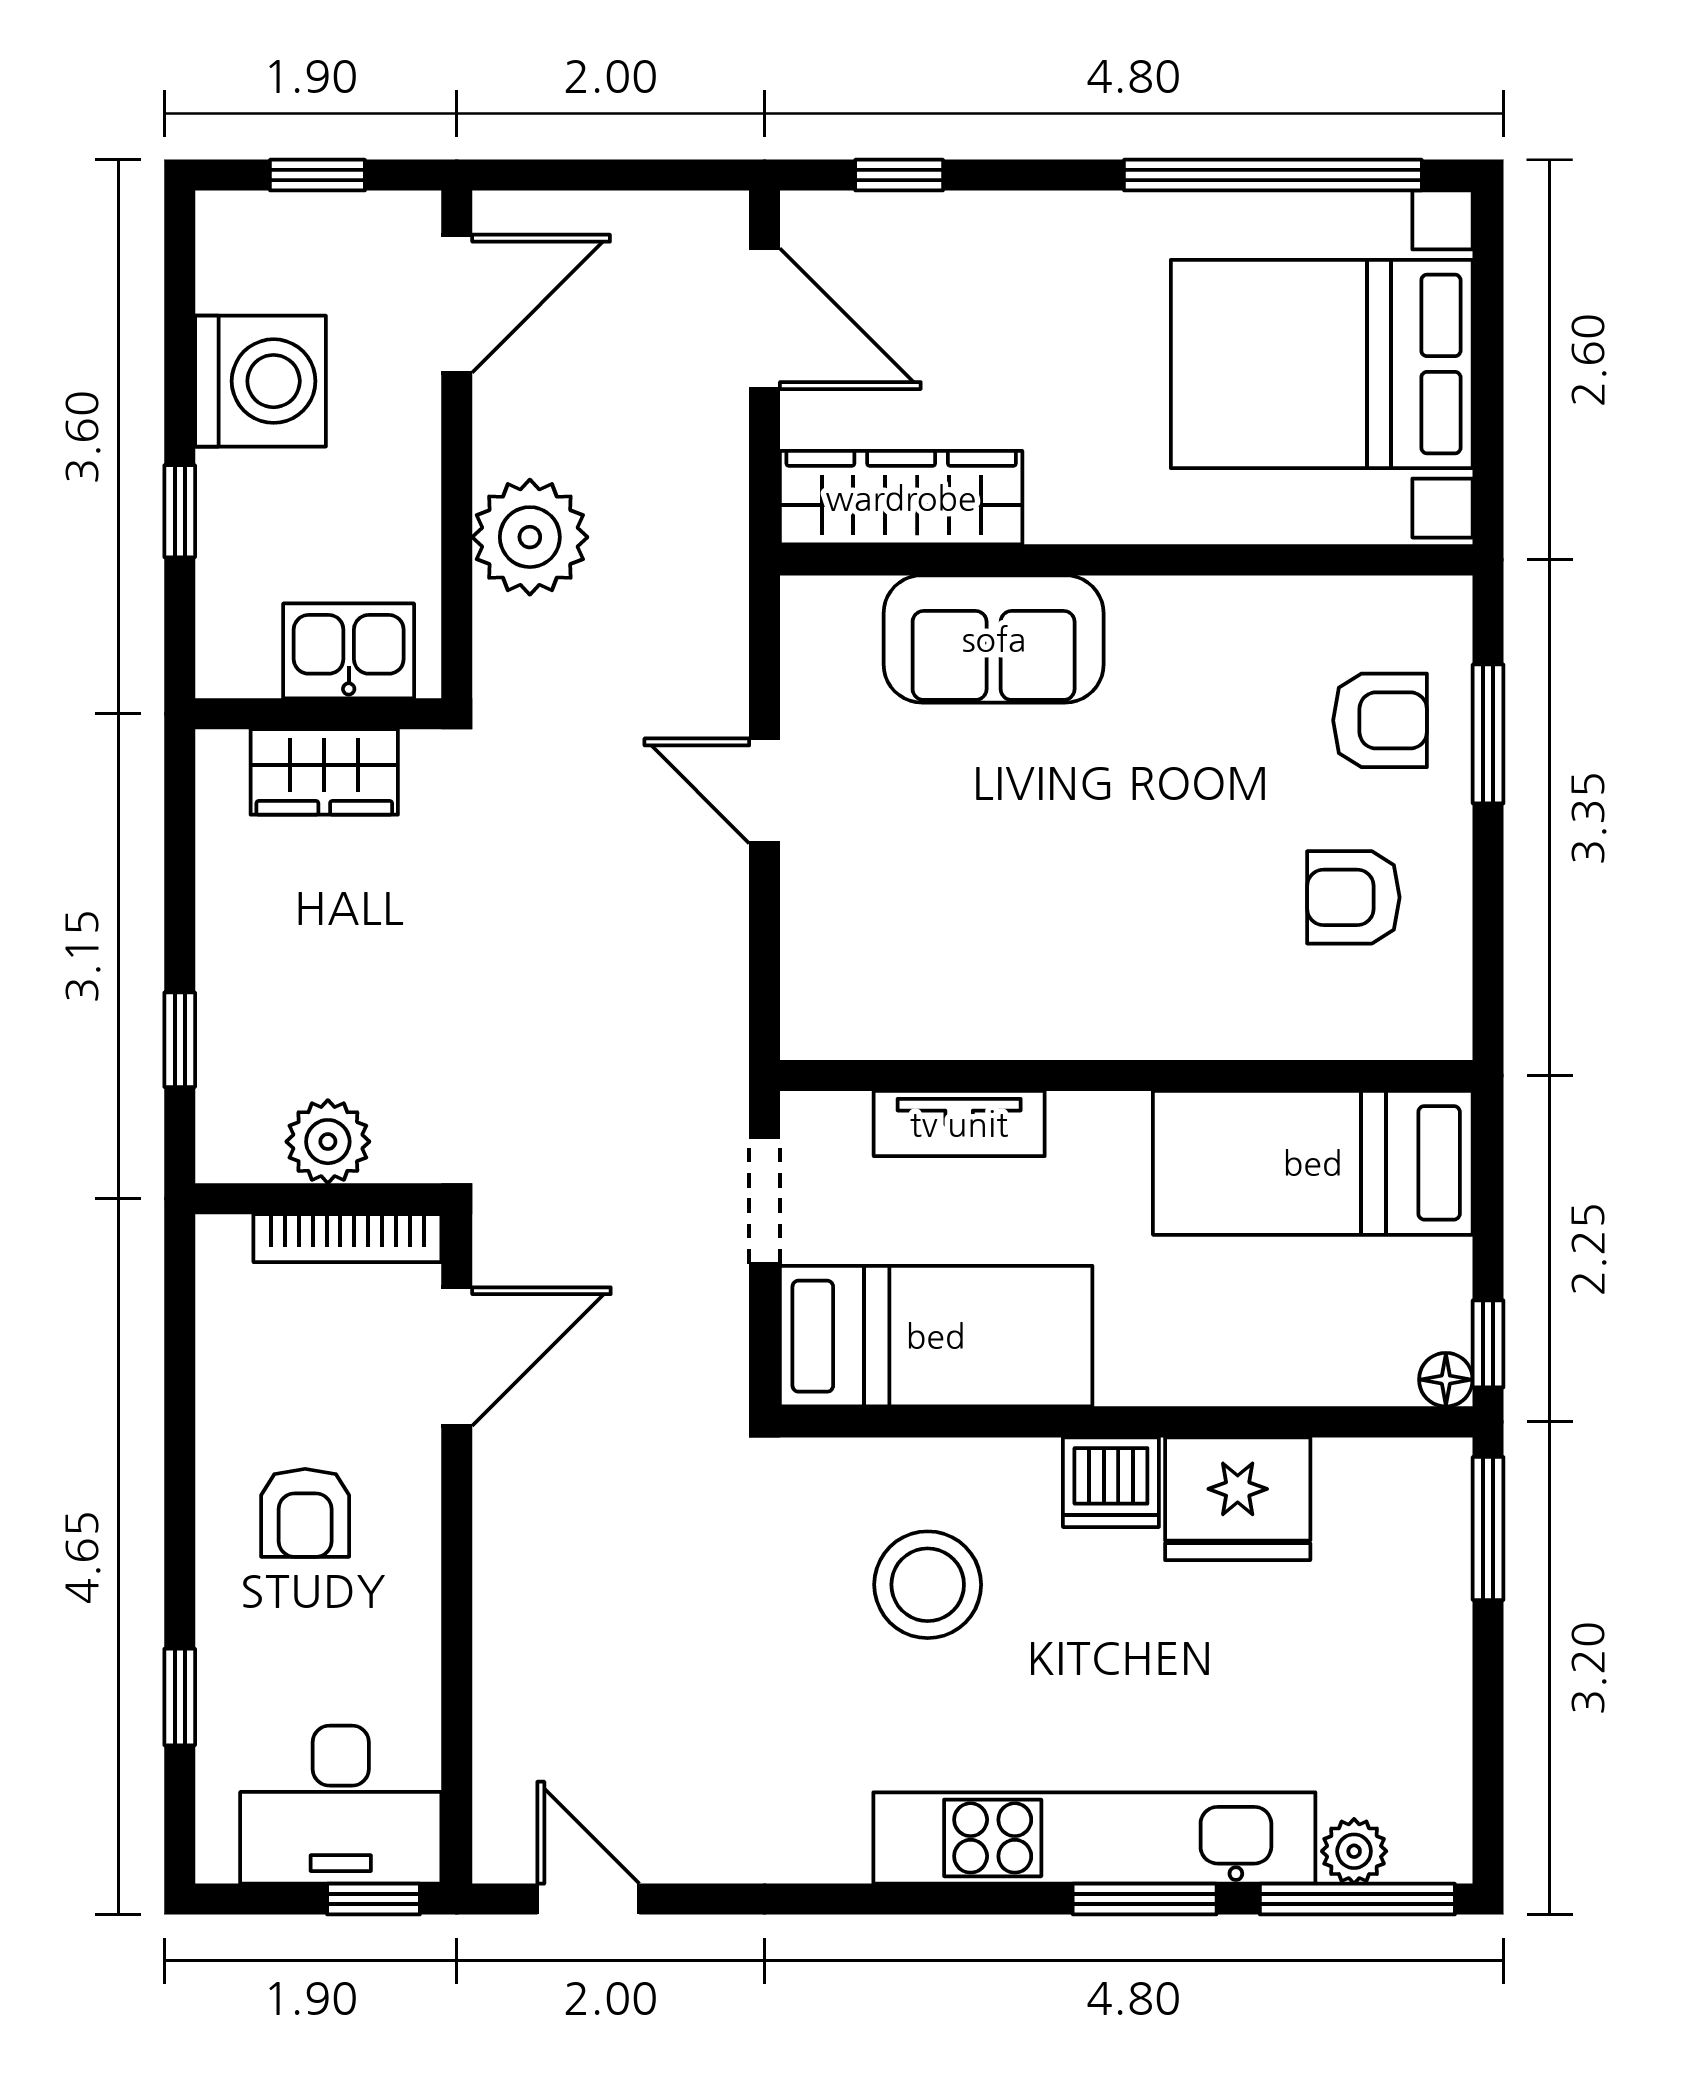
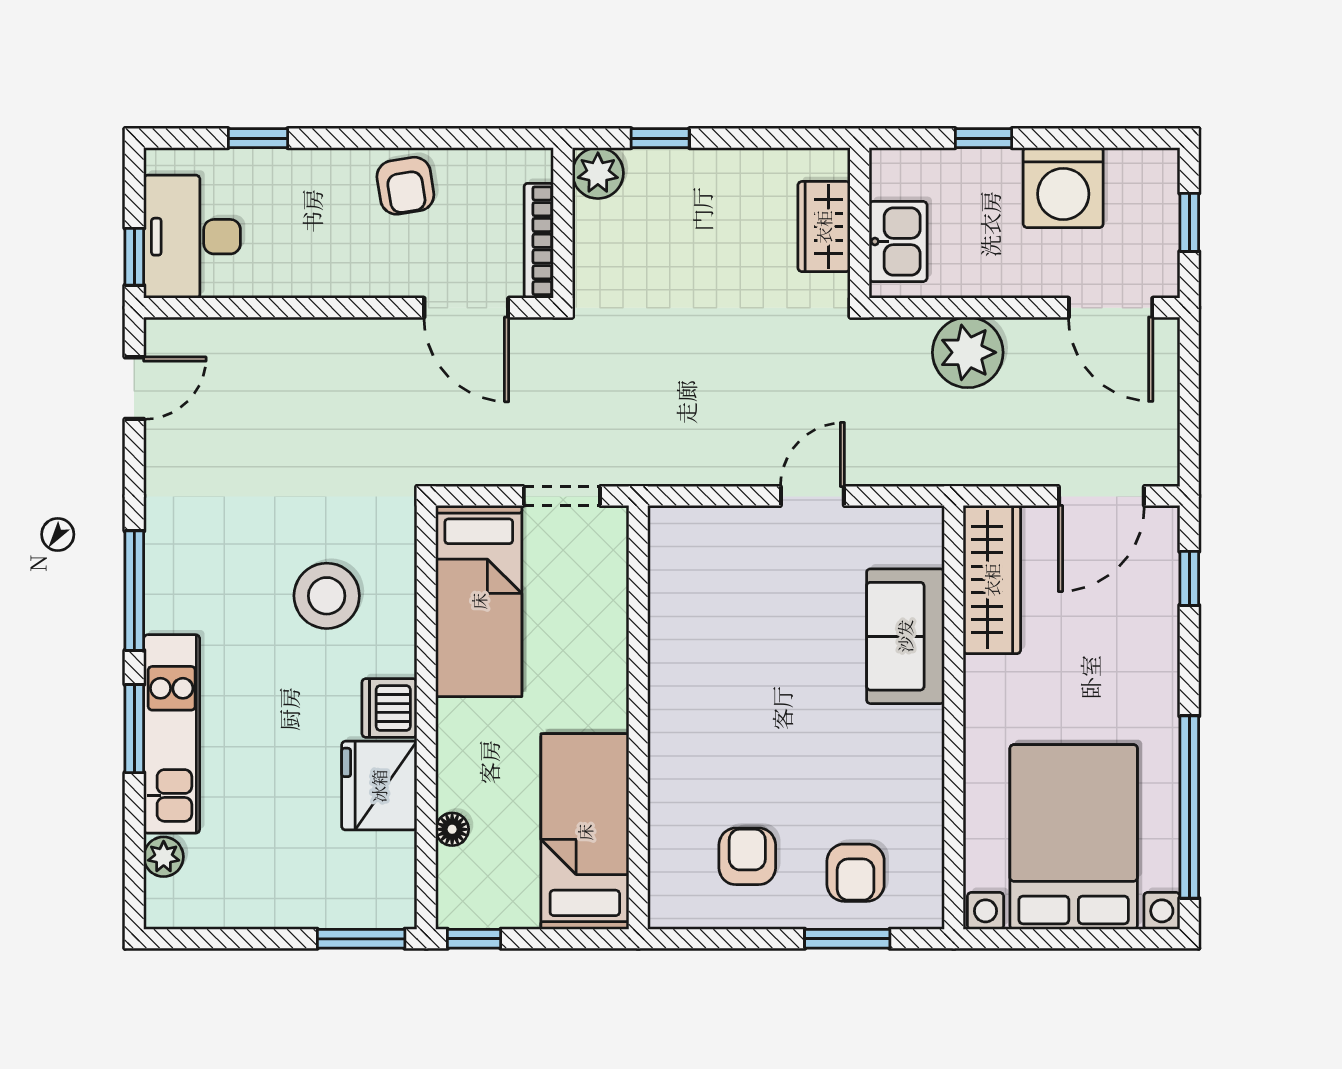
tv unit: (959, 1124) -> (609, 615), removed
plant: (328, 1142) -> (598, 173), moved
floor lamp: (1446, 1380) -> (452, 829), moved
armchair: (305, 1513) -> (405, 186), moved, turned -99
kitchen unit: (1094, 1838) -> (172, 734), width x0.73
window: (1357, 1899) -> (134, 591), moved

